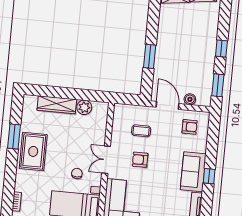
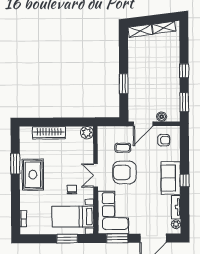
door: (168, 105) -> (143, 124), swing flipped
plant: (84, 107) -> (87, 133), moved
armchair: (140, 160) -> (124, 172), width x1.88, depth x1.88

